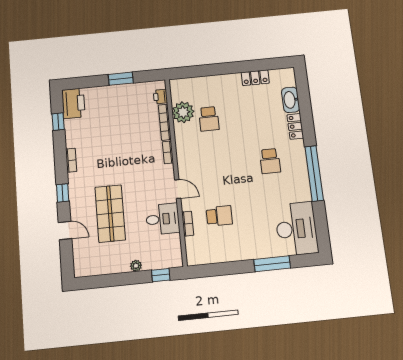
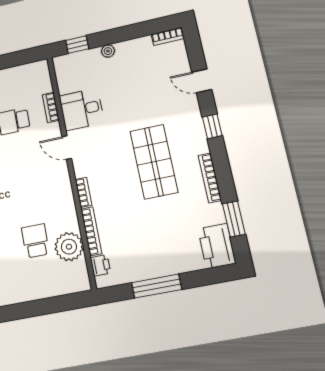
window: (121, 79) -> (157, 286), width x1.44
window: (58, 122) -> (234, 219), width x1.50
bookcase: (71, 160) -> (210, 178), width x1.56
shop shelf: (110, 213) -> (154, 162), moved
bookcase: (86, 272) -> (168, 36), added

